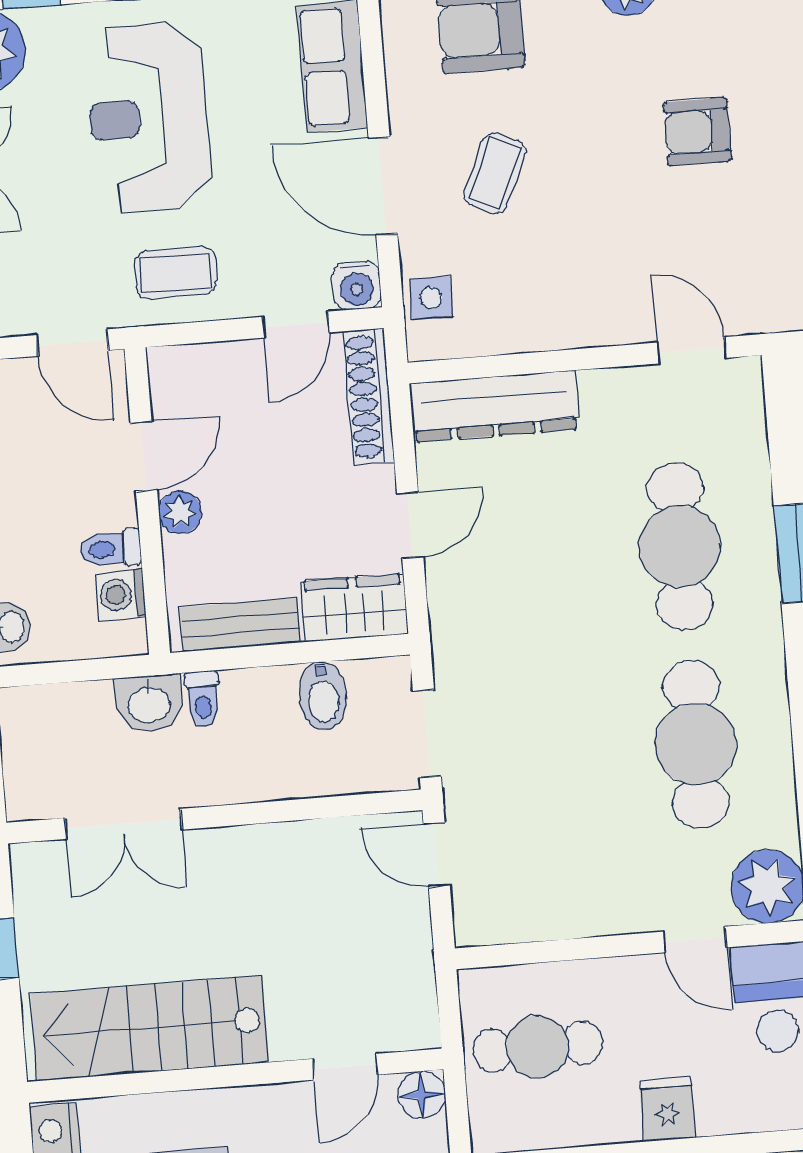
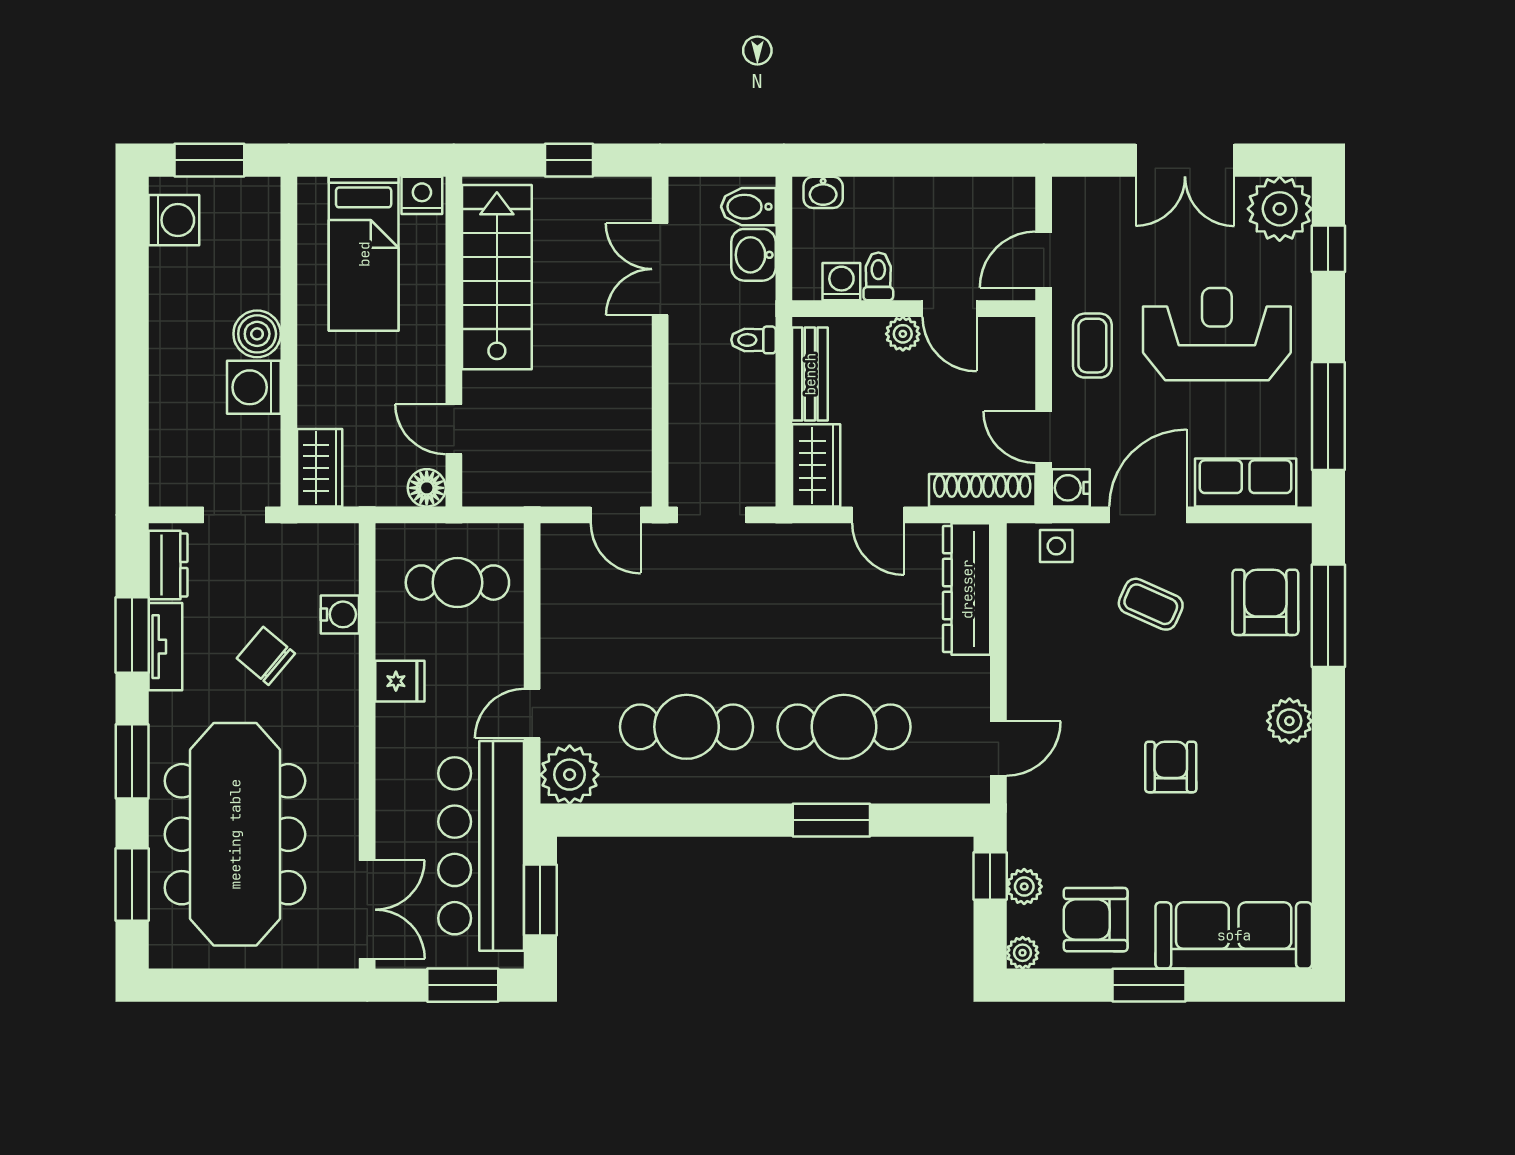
bidet: (323, 696) -> (748, 207), moved
washbasin: (149, 704) -> (754, 255), moved
door: (437, 855) -> (616, 515), swing flipped
cafe table: (538, 1047) -> (457, 583), turned 90

